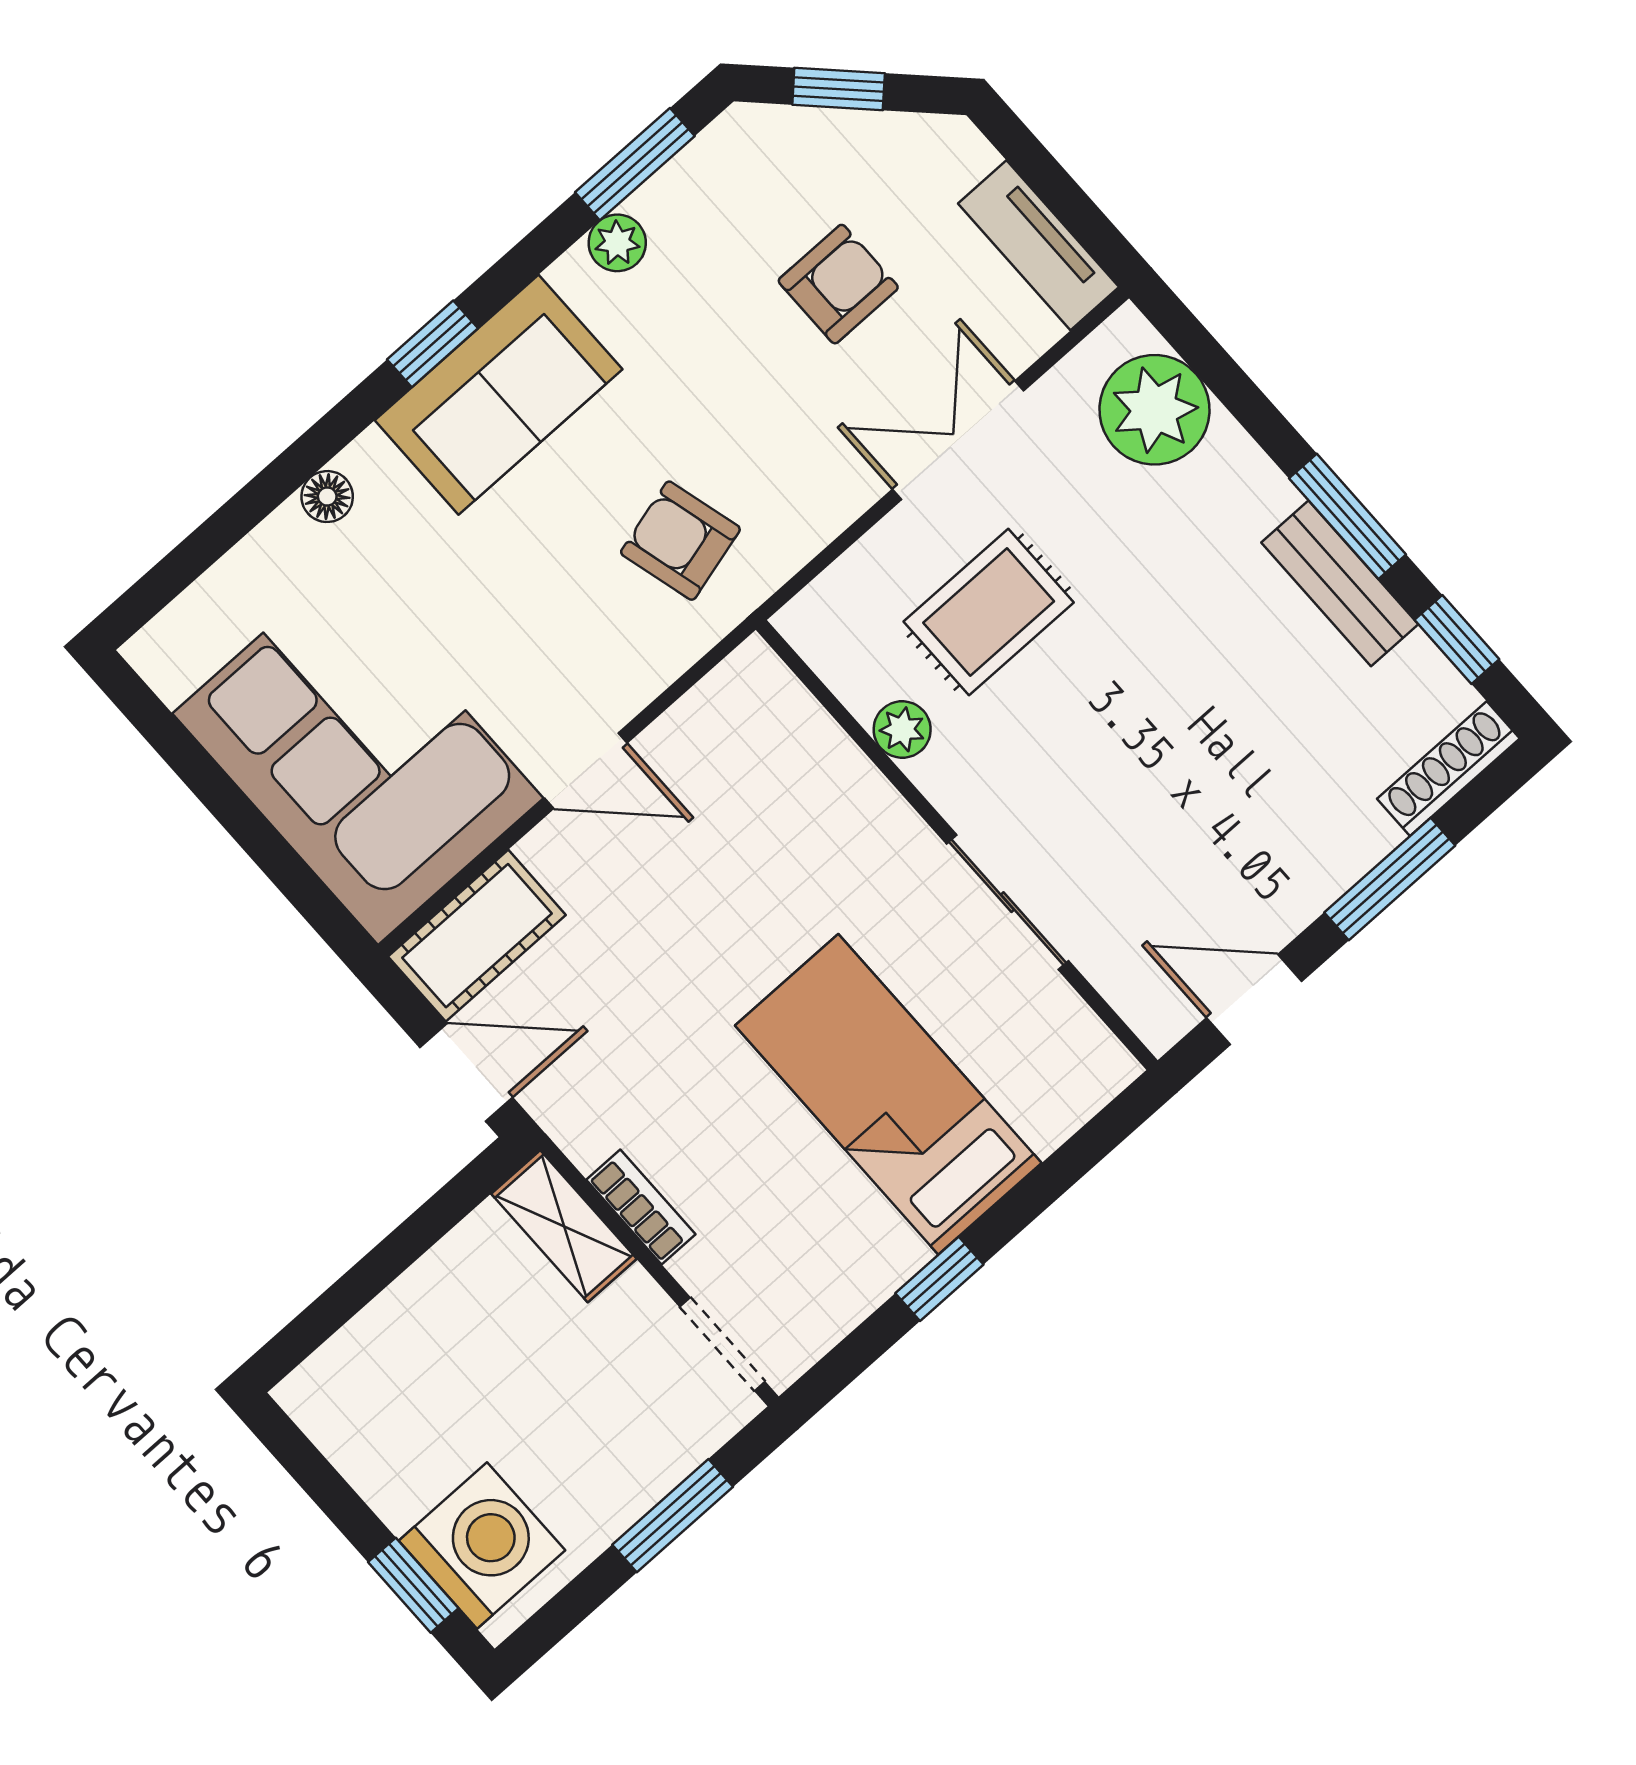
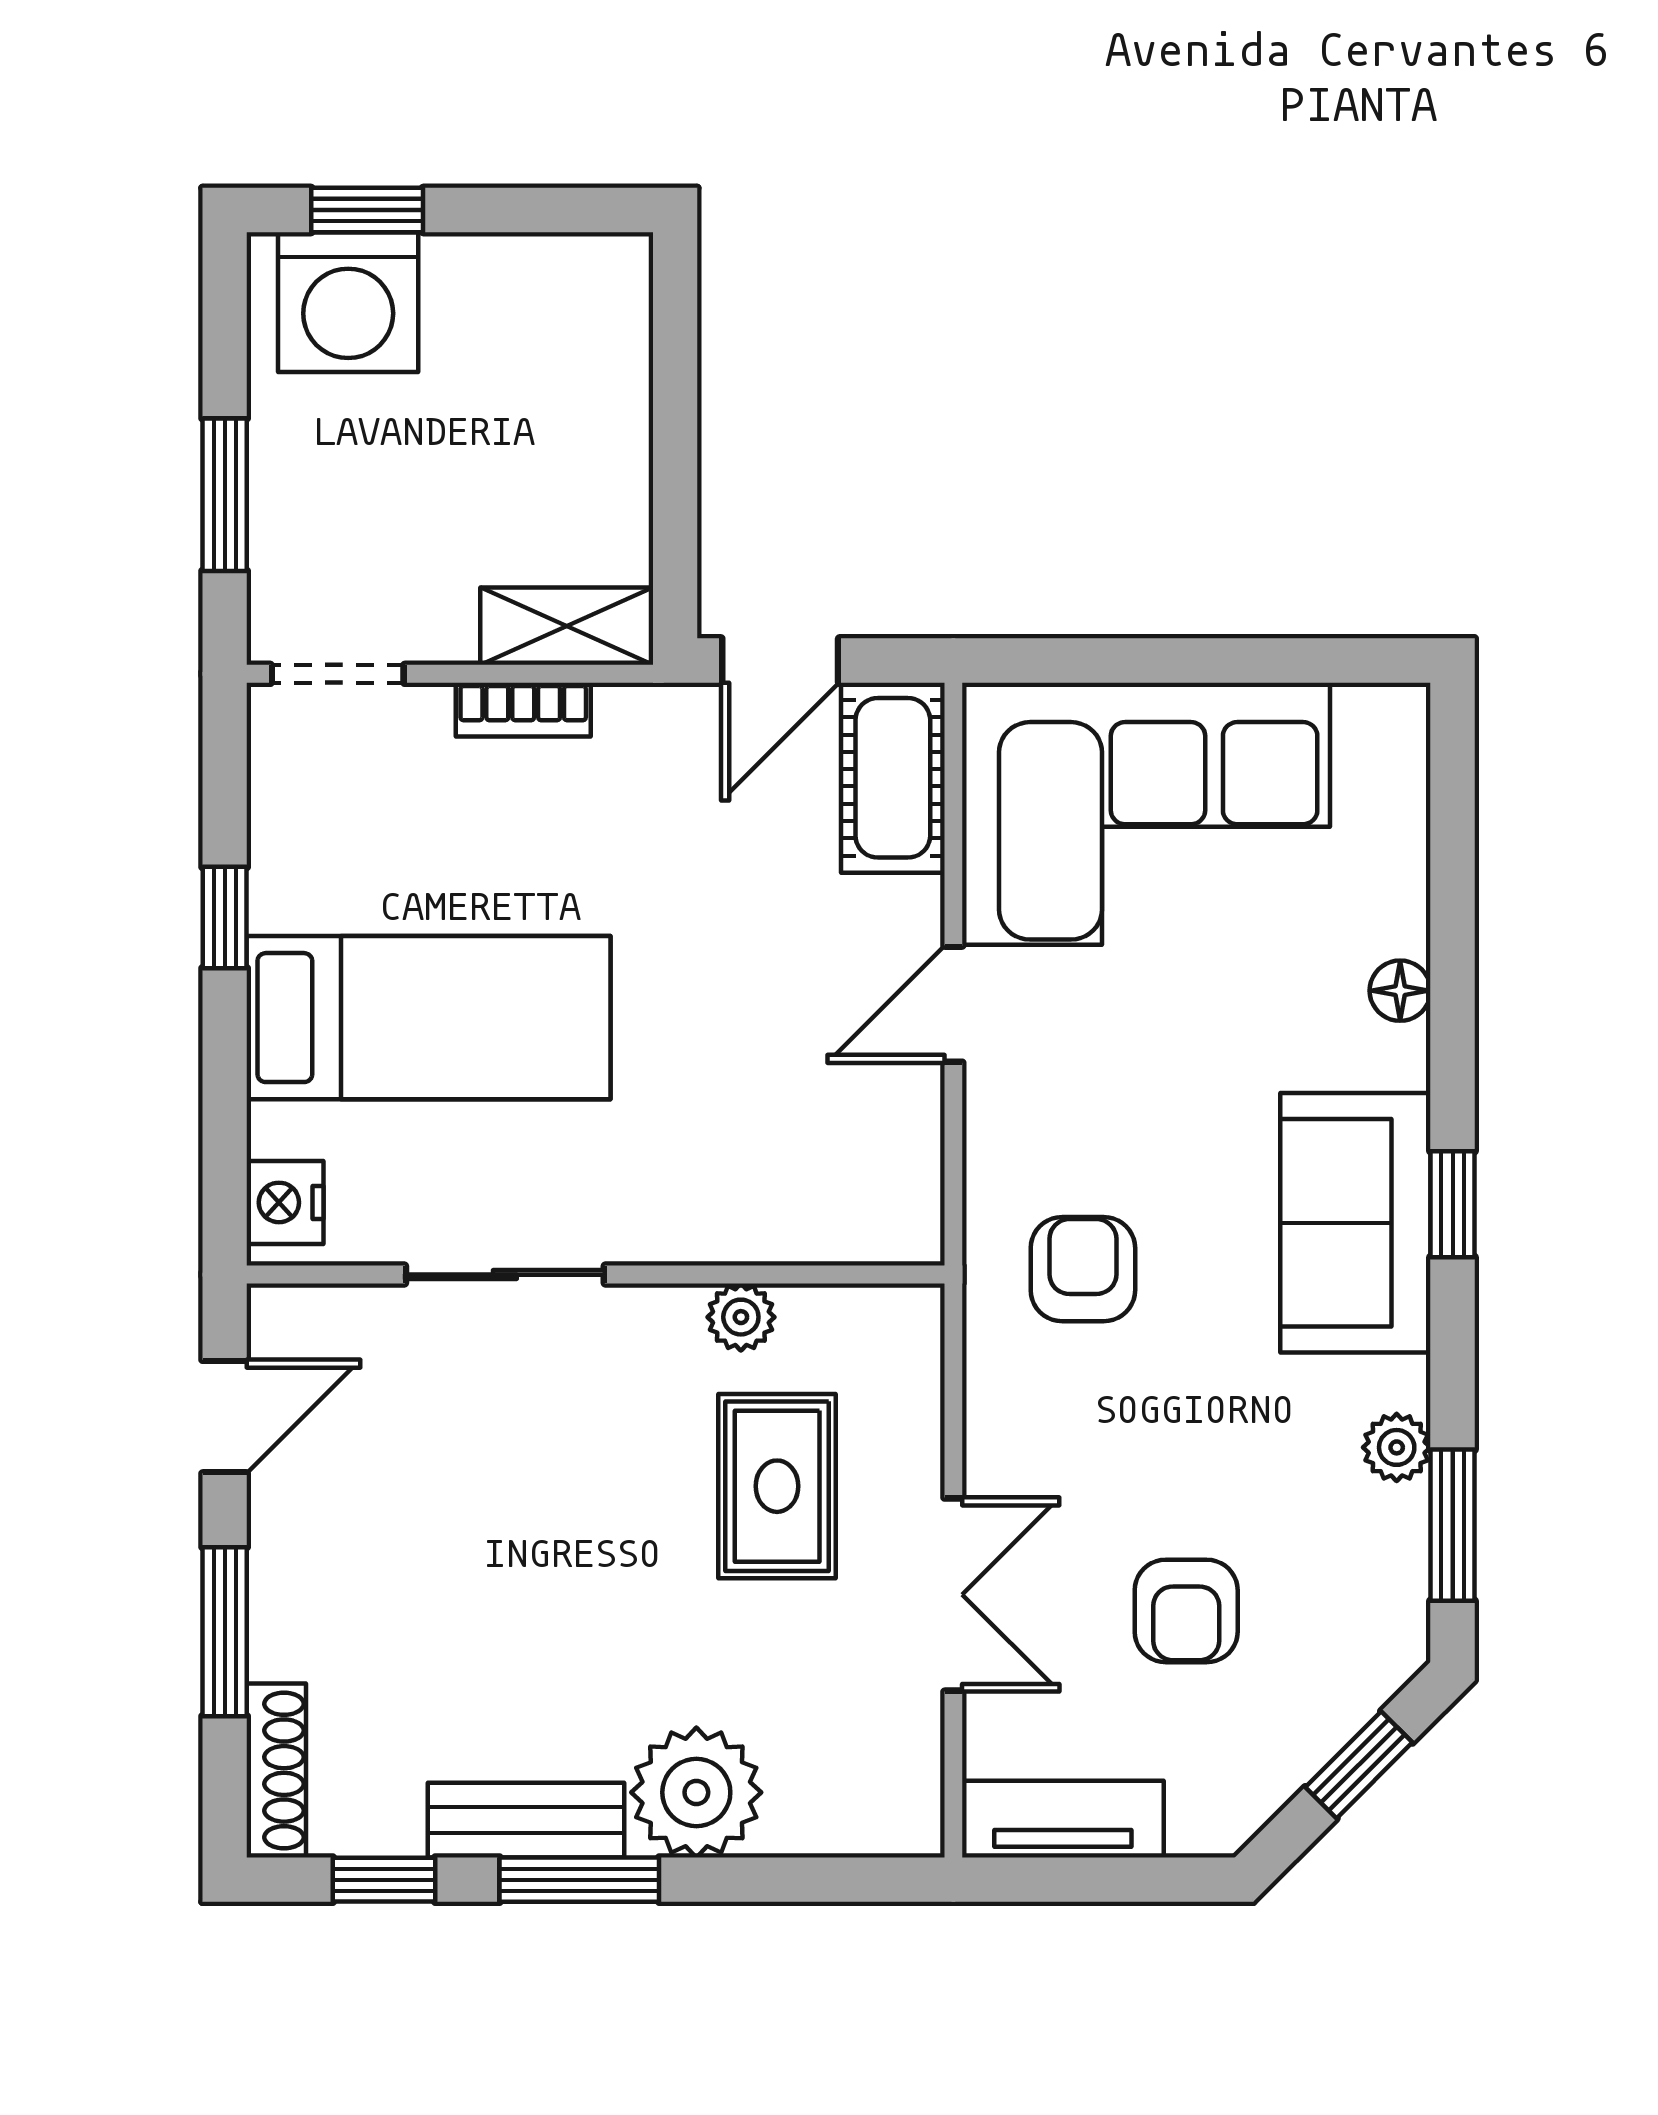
plant: (1155, 410) -> (696, 1792), moved
armchair: (680, 541) -> (1083, 1269), turned -75
nightstand: (1085, 1081) -> (285, 1202), added

